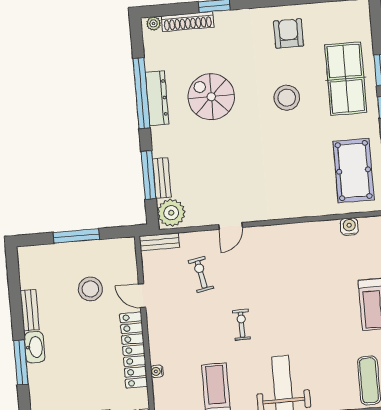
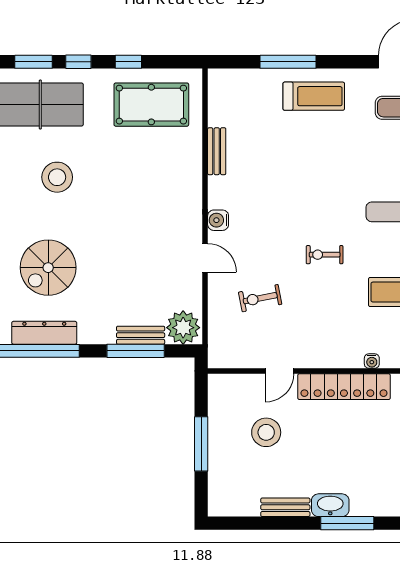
water cooler: (349, 227) -> (218, 220), moved
bench: (159, 242) -> (217, 151), moved

